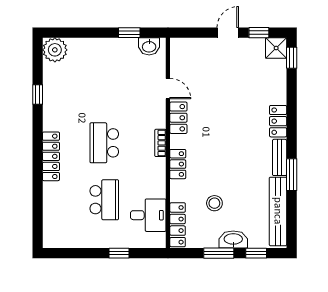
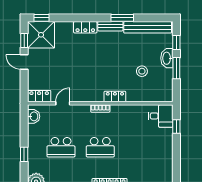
window: (129, 33) -> (24, 154), moved
shower: (276, 48) -> (41, 35), width x1.86, depth x1.86
locker: (178, 118) -> (39, 96), moved
school desk: (104, 200) -> (61, 147), moved, turned 180
desk: (148, 215) -> (161, 116), moved, turned 90
locker: (178, 225) -> (157, 97), removed
window: (119, 253) -> (176, 126), moved

